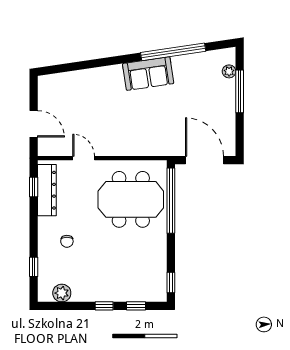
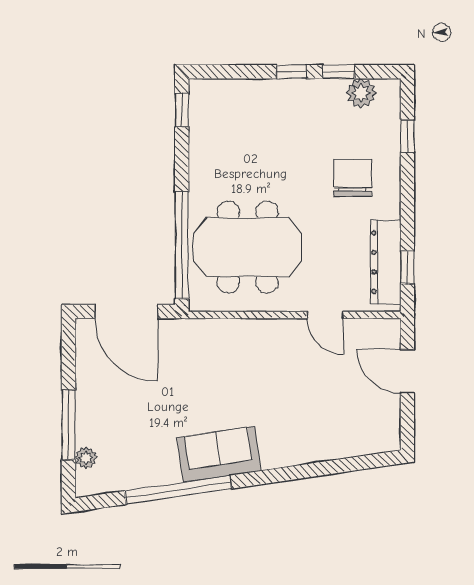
chair: (67, 241) -> (353, 178), width x1.87, depth x1.87
window: (136, 306) -> (339, 72), moved

